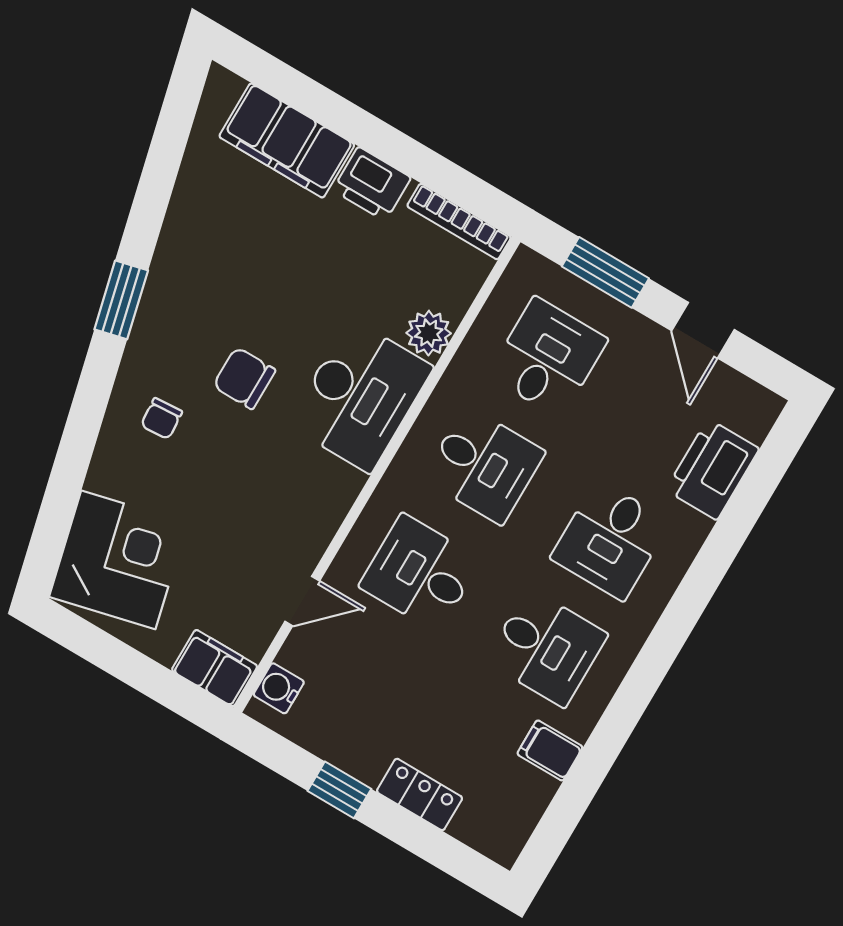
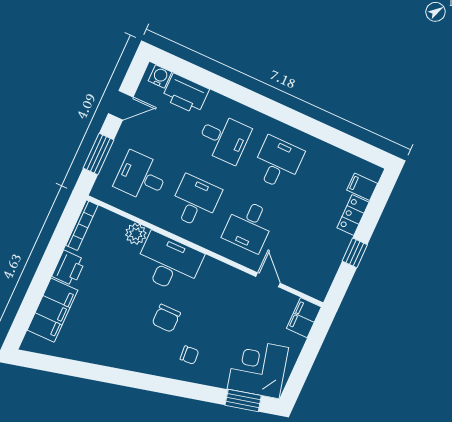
window: (121, 300) -> (243, 400), moved
water cooler: (279, 688) -> (160, 76), moved, turned 180
filing cabinet: (550, 750) -> (362, 187), moved, turned 90

